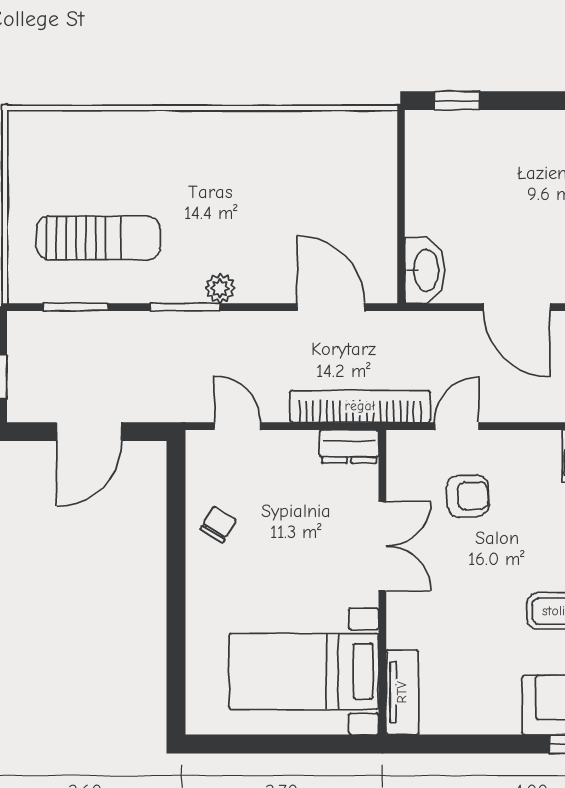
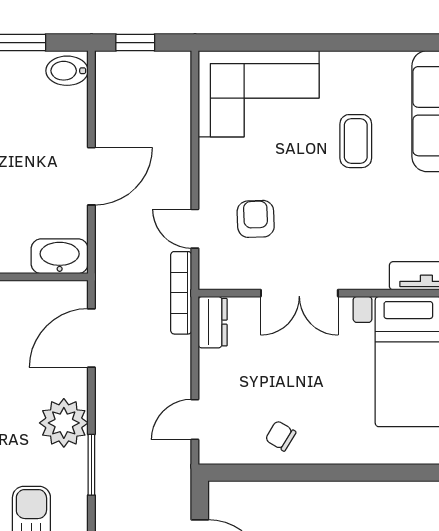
plant: (220, 288) -> (64, 423), width x1.88, depth x1.88
bookcase: (360, 406) -> (181, 293), width x0.68, depth x0.76
double door: (382, 546) -> (299, 293), swing flipped

